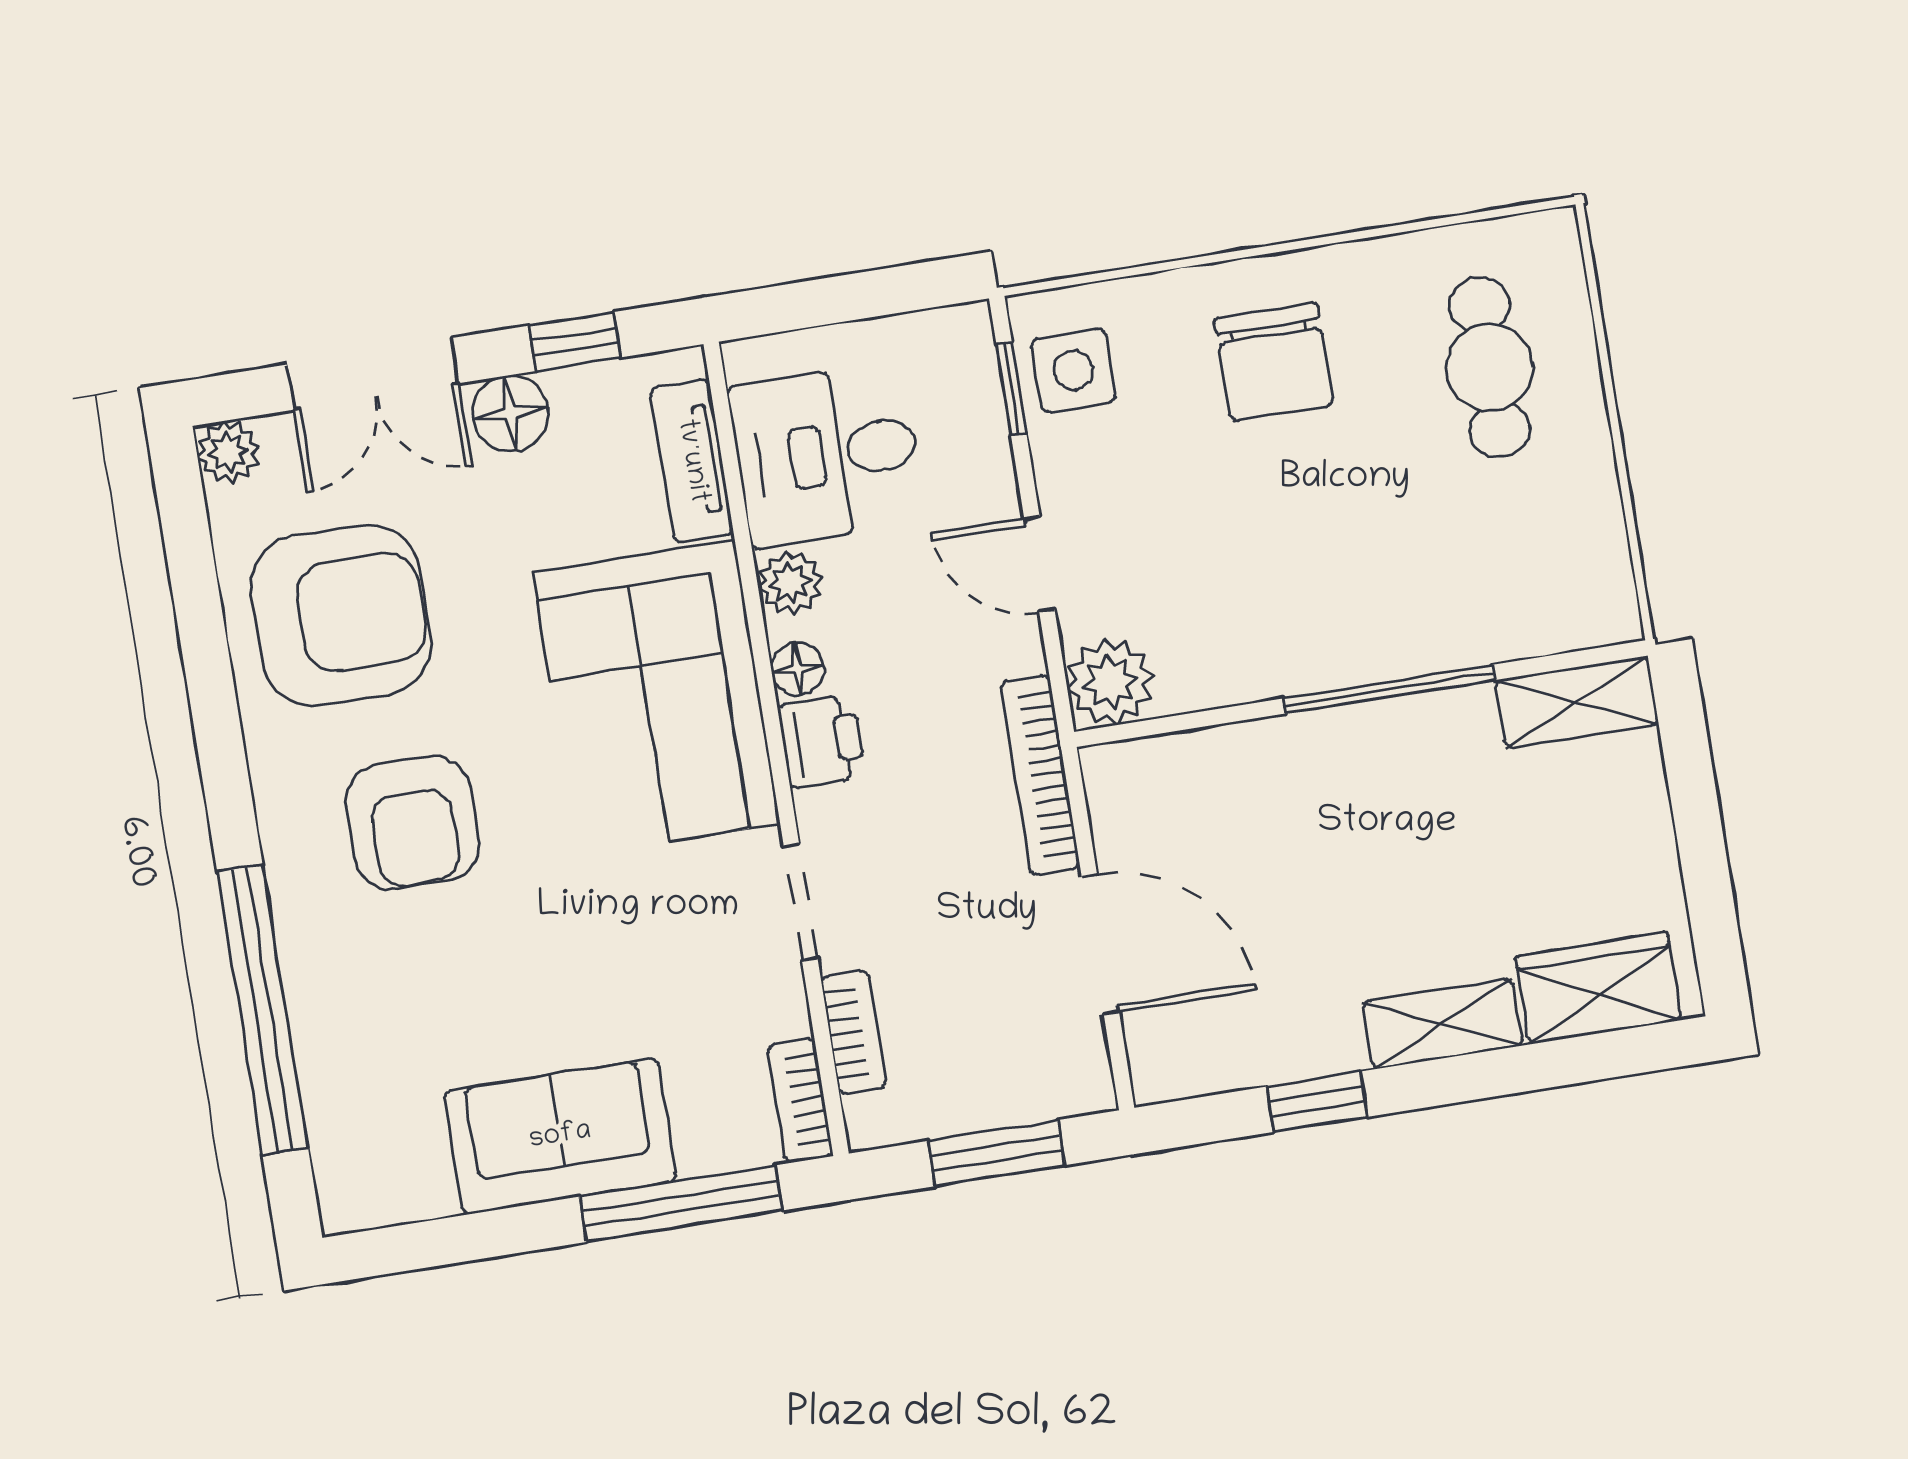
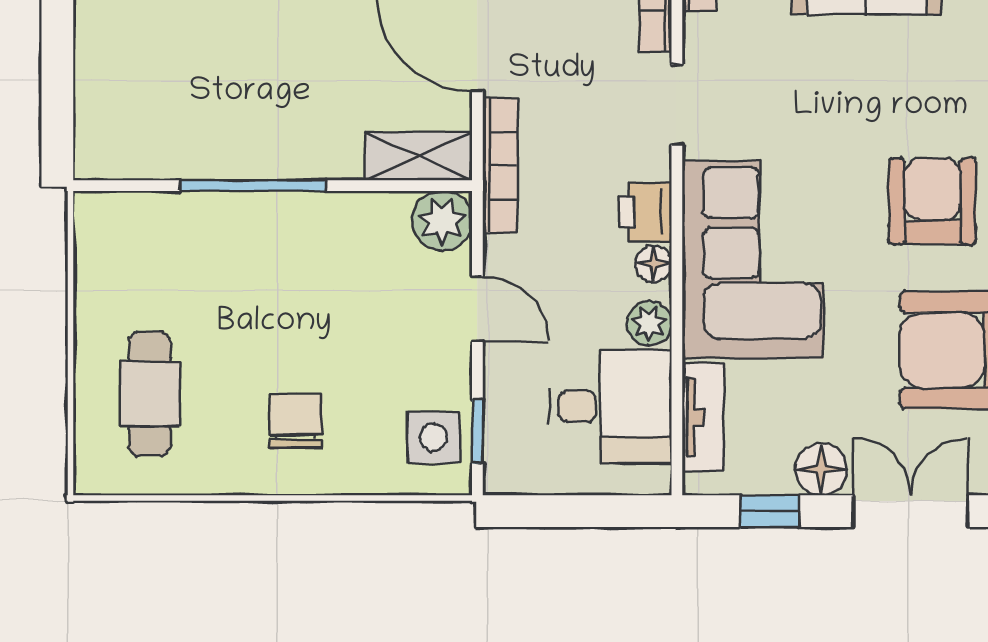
chair: (1274, 362) -> (296, 421), width x0.73, depth x0.73
shelving: (1577, 702) -> (419, 156), moved

